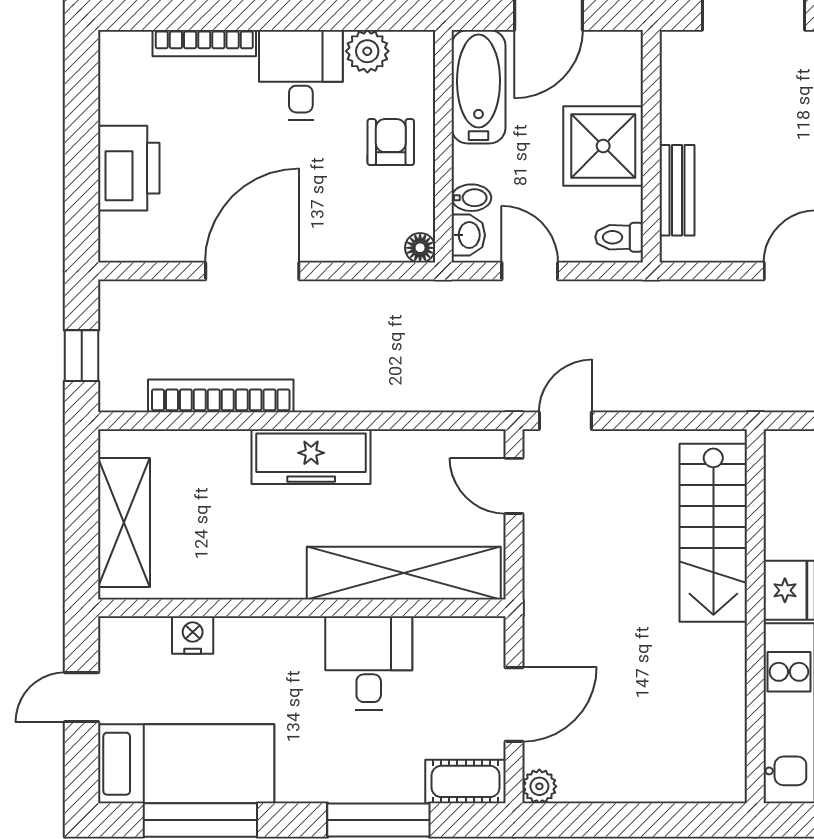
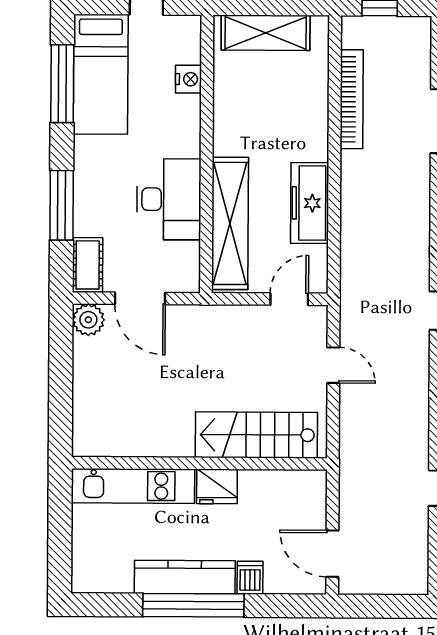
door: (565, 421) -> (333, 365), moved
freezer: (311, 457) -> (310, 203), moved
desk: (369, 663) -> (169, 199), width x1.37
plant: (539, 786) -> (88, 320), width x1.38, depth x1.38

